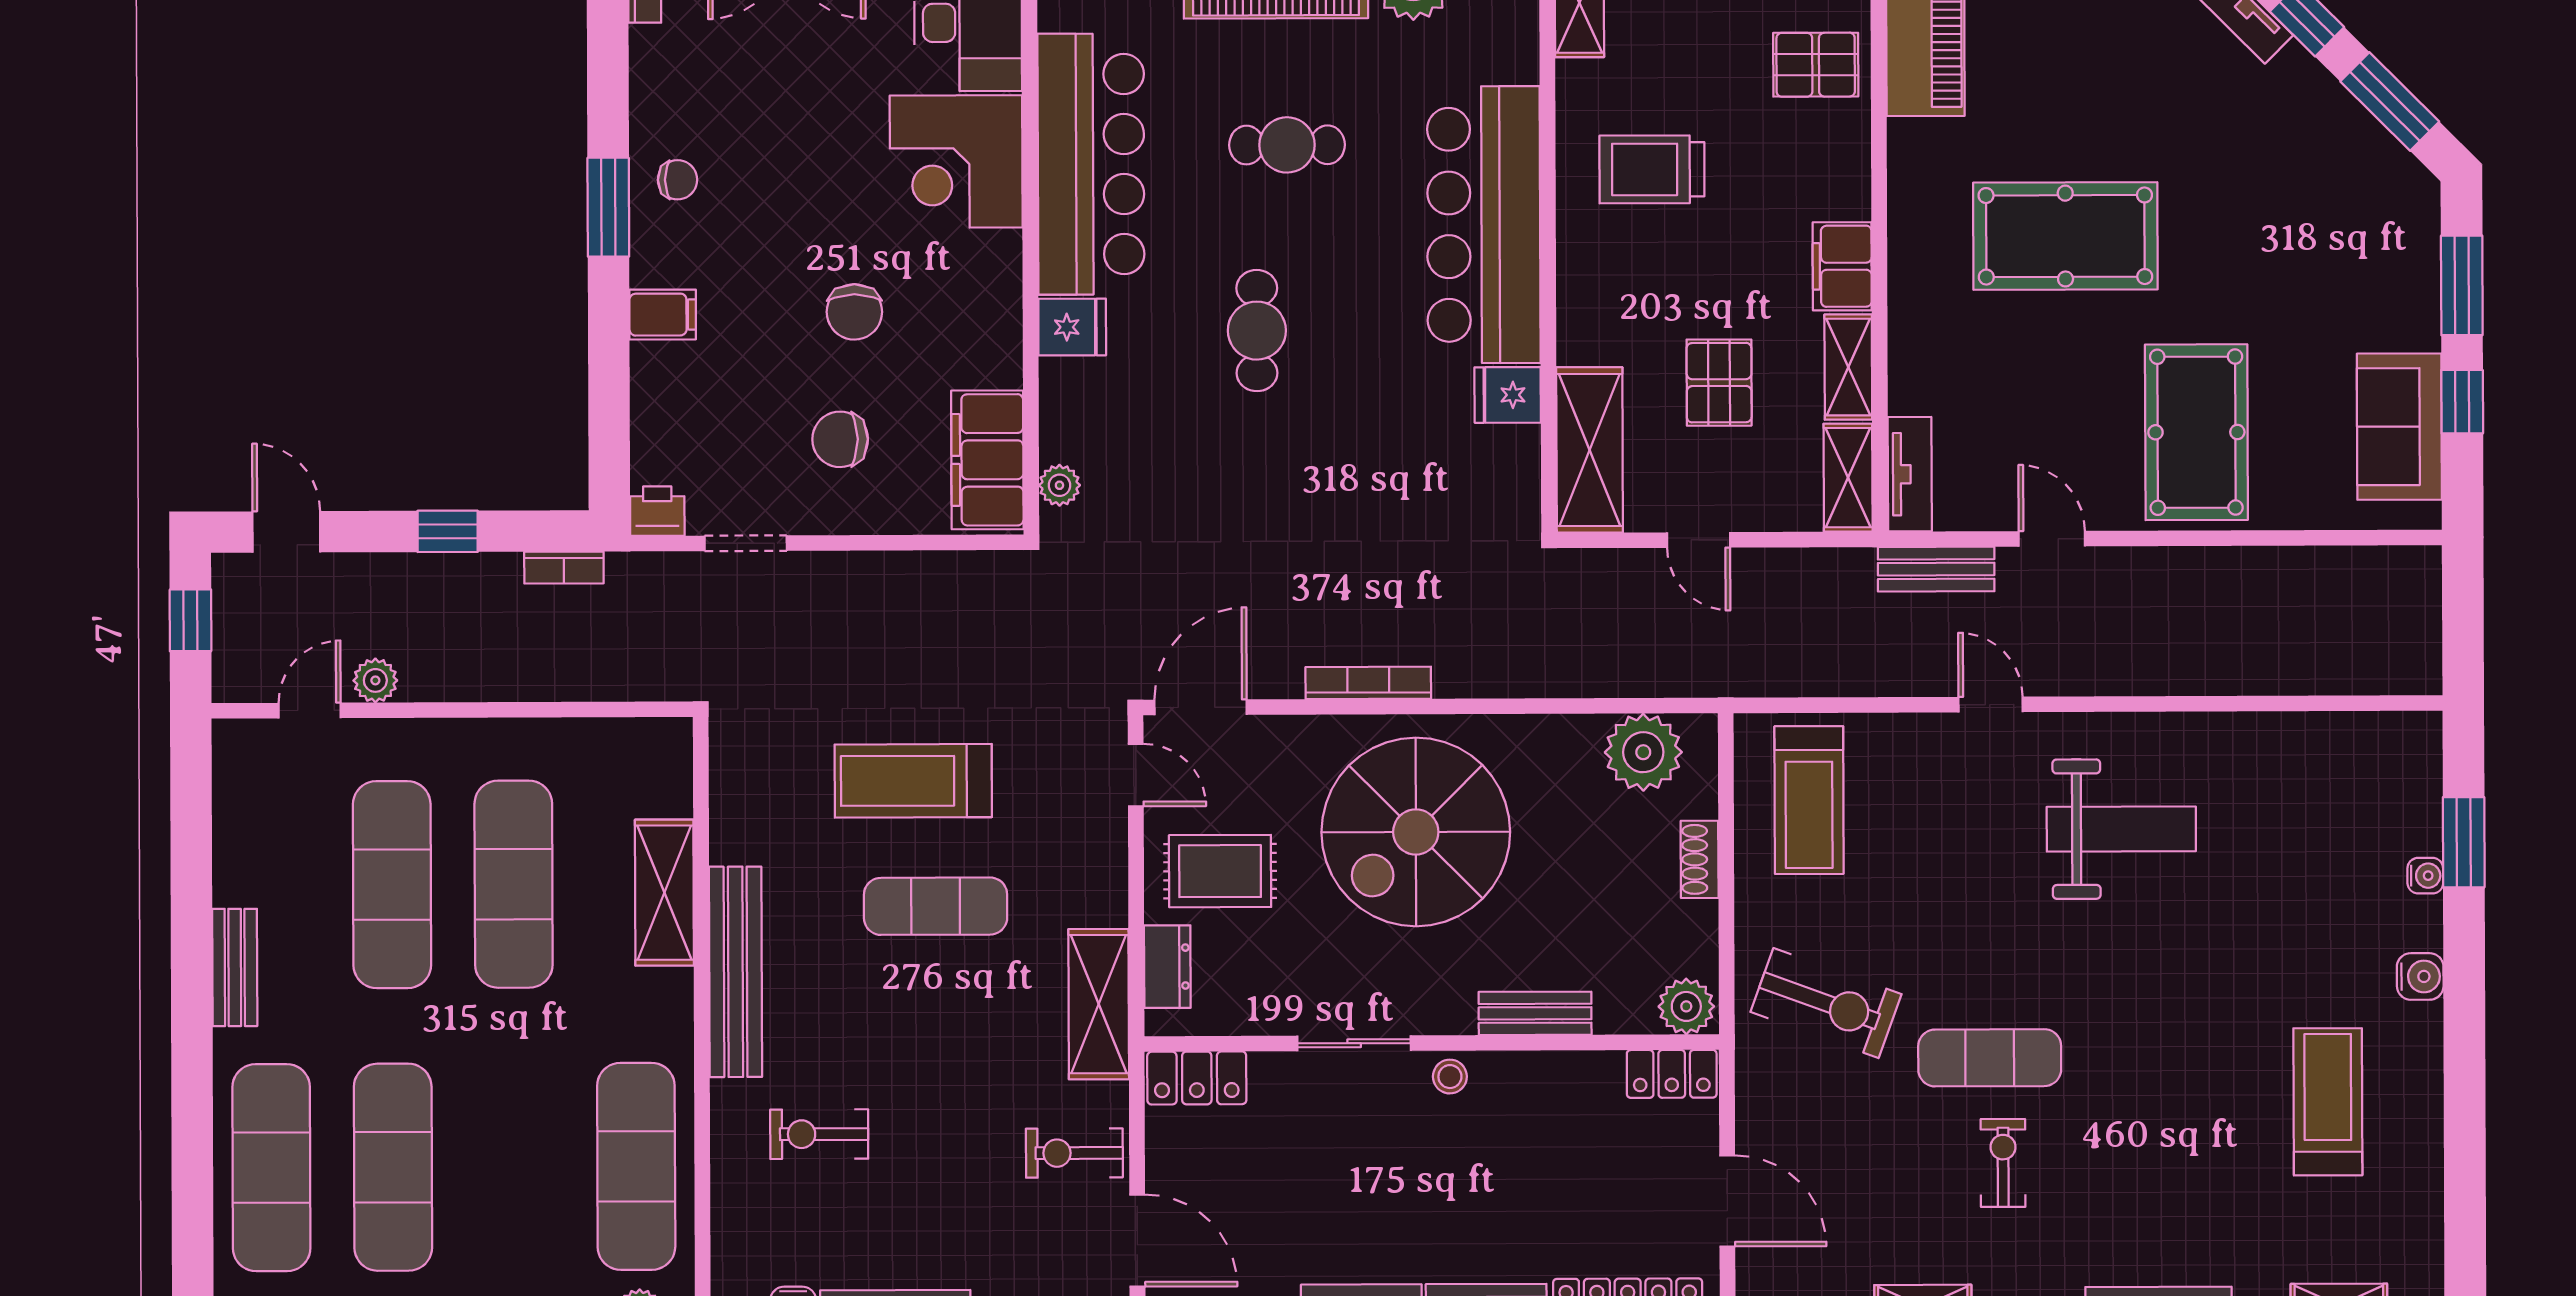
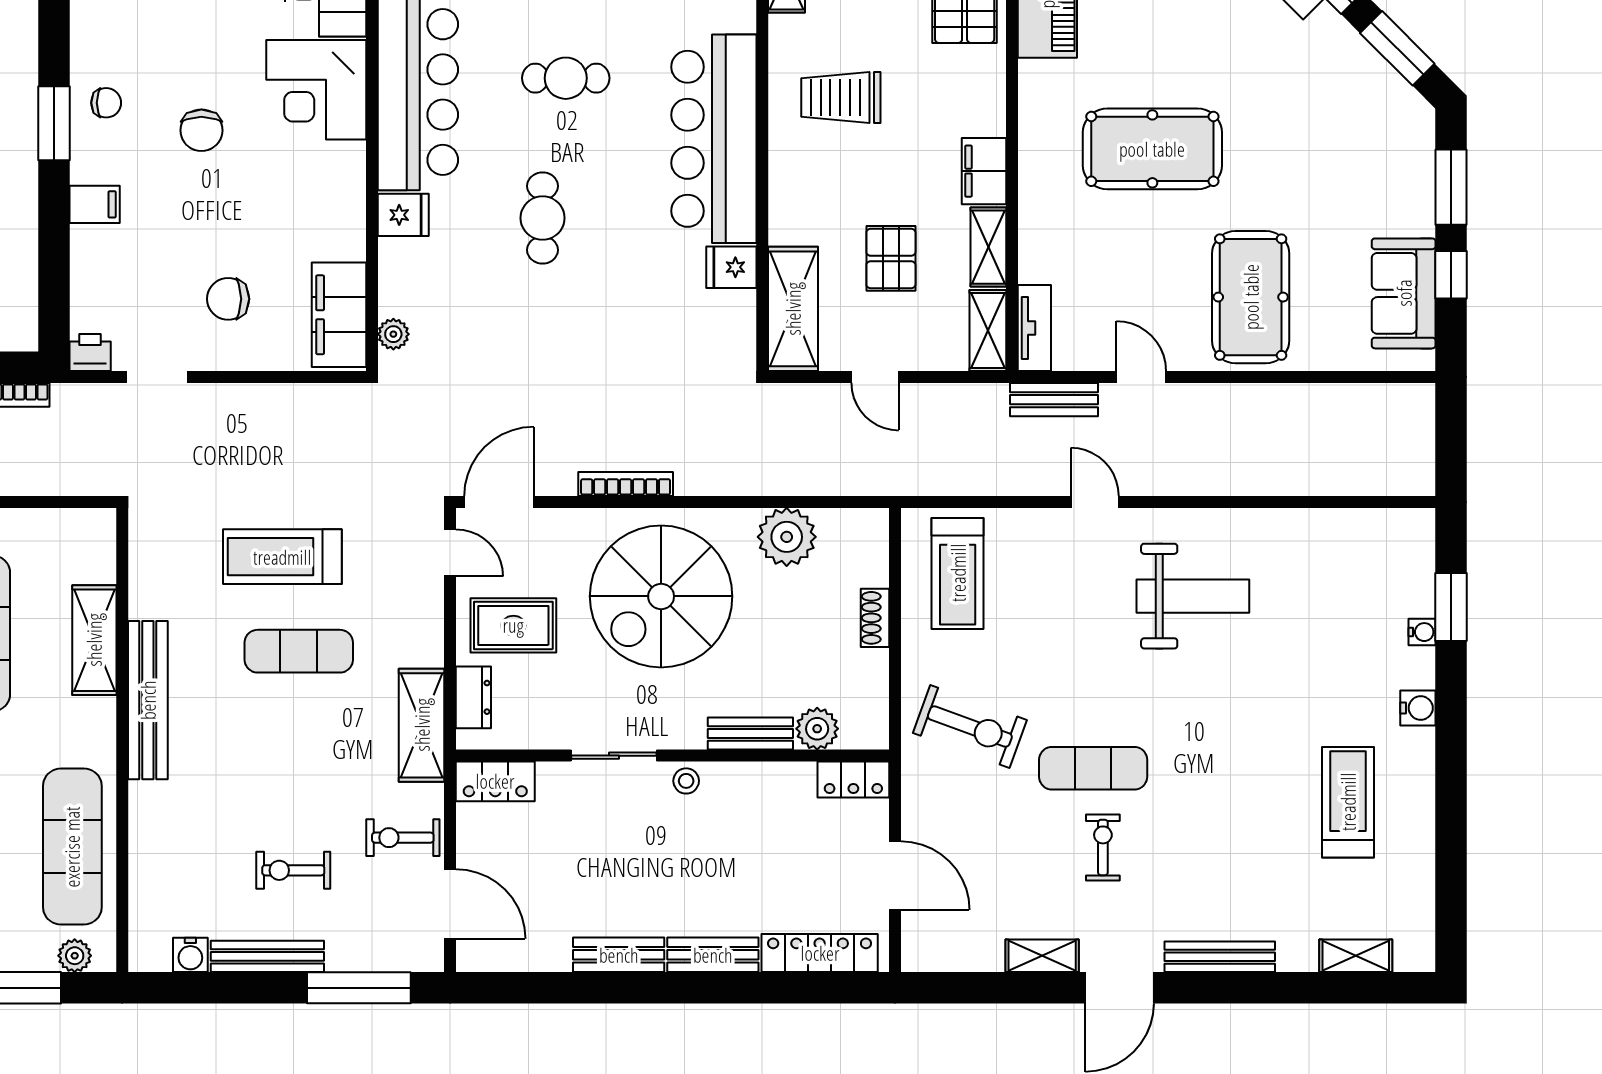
chair: (854, 312) -> (201, 130), moved
plant: (1643, 752) -> (787, 537), moved
plant: (1686, 1006) -> (817, 729), moved
exercise bike: (819, 1134) -> (293, 870), moved

